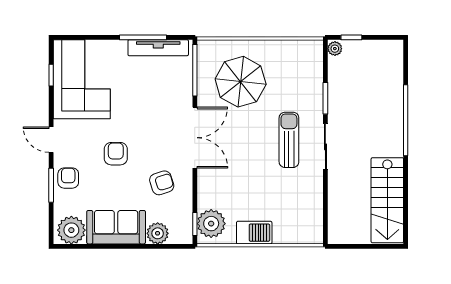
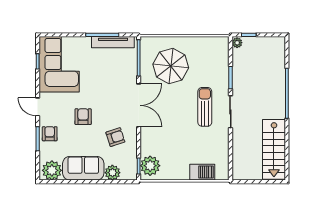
barbecue: (254, 233) -> (202, 172), moved

